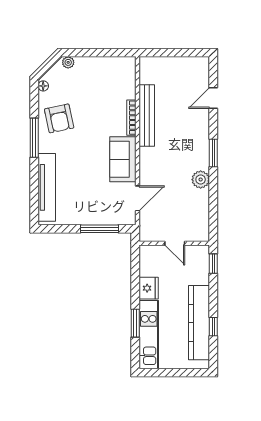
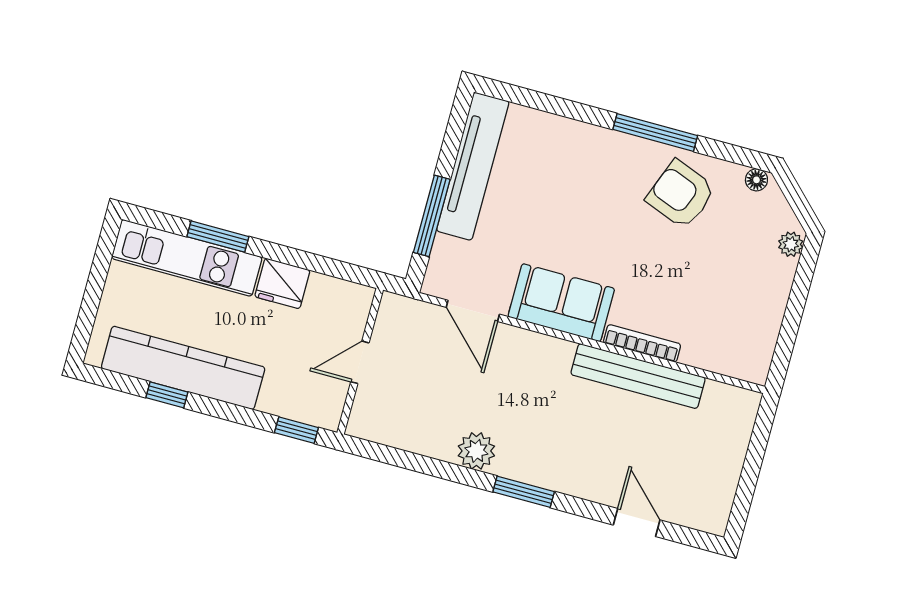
armchair: (59, 118) -> (681, 194), turned 33
tv unit: (47, 187) -> (473, 166), moved, turned -90

